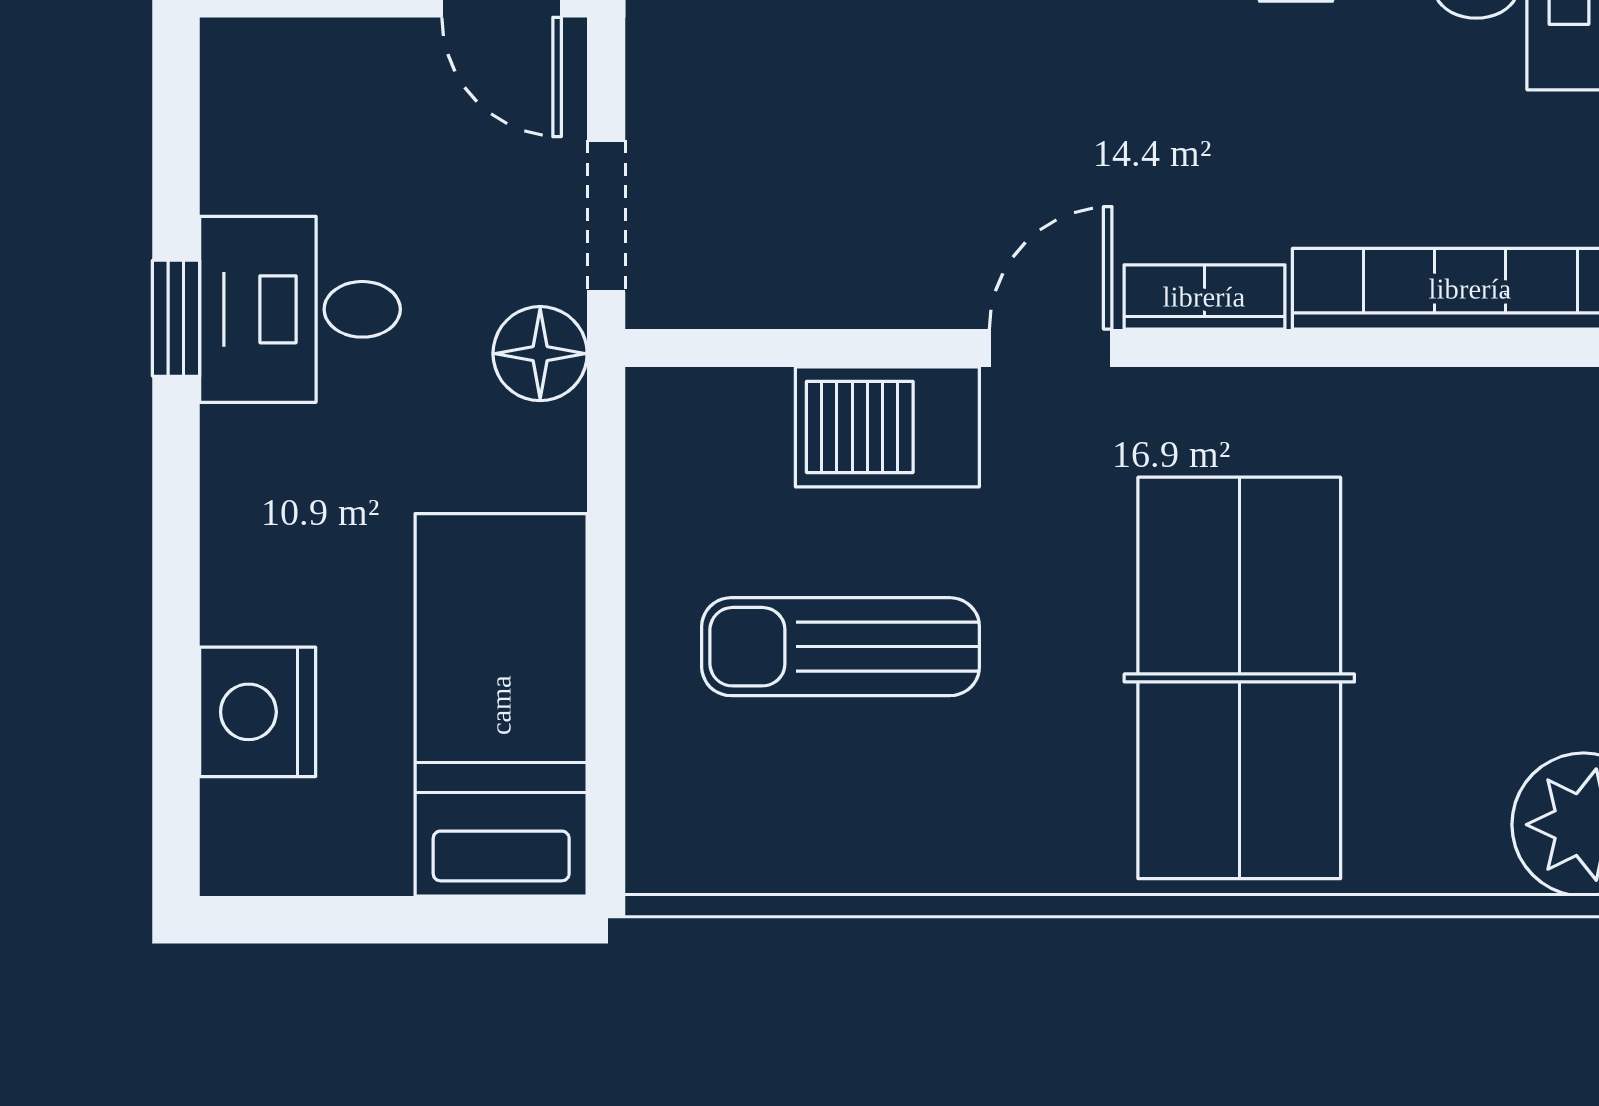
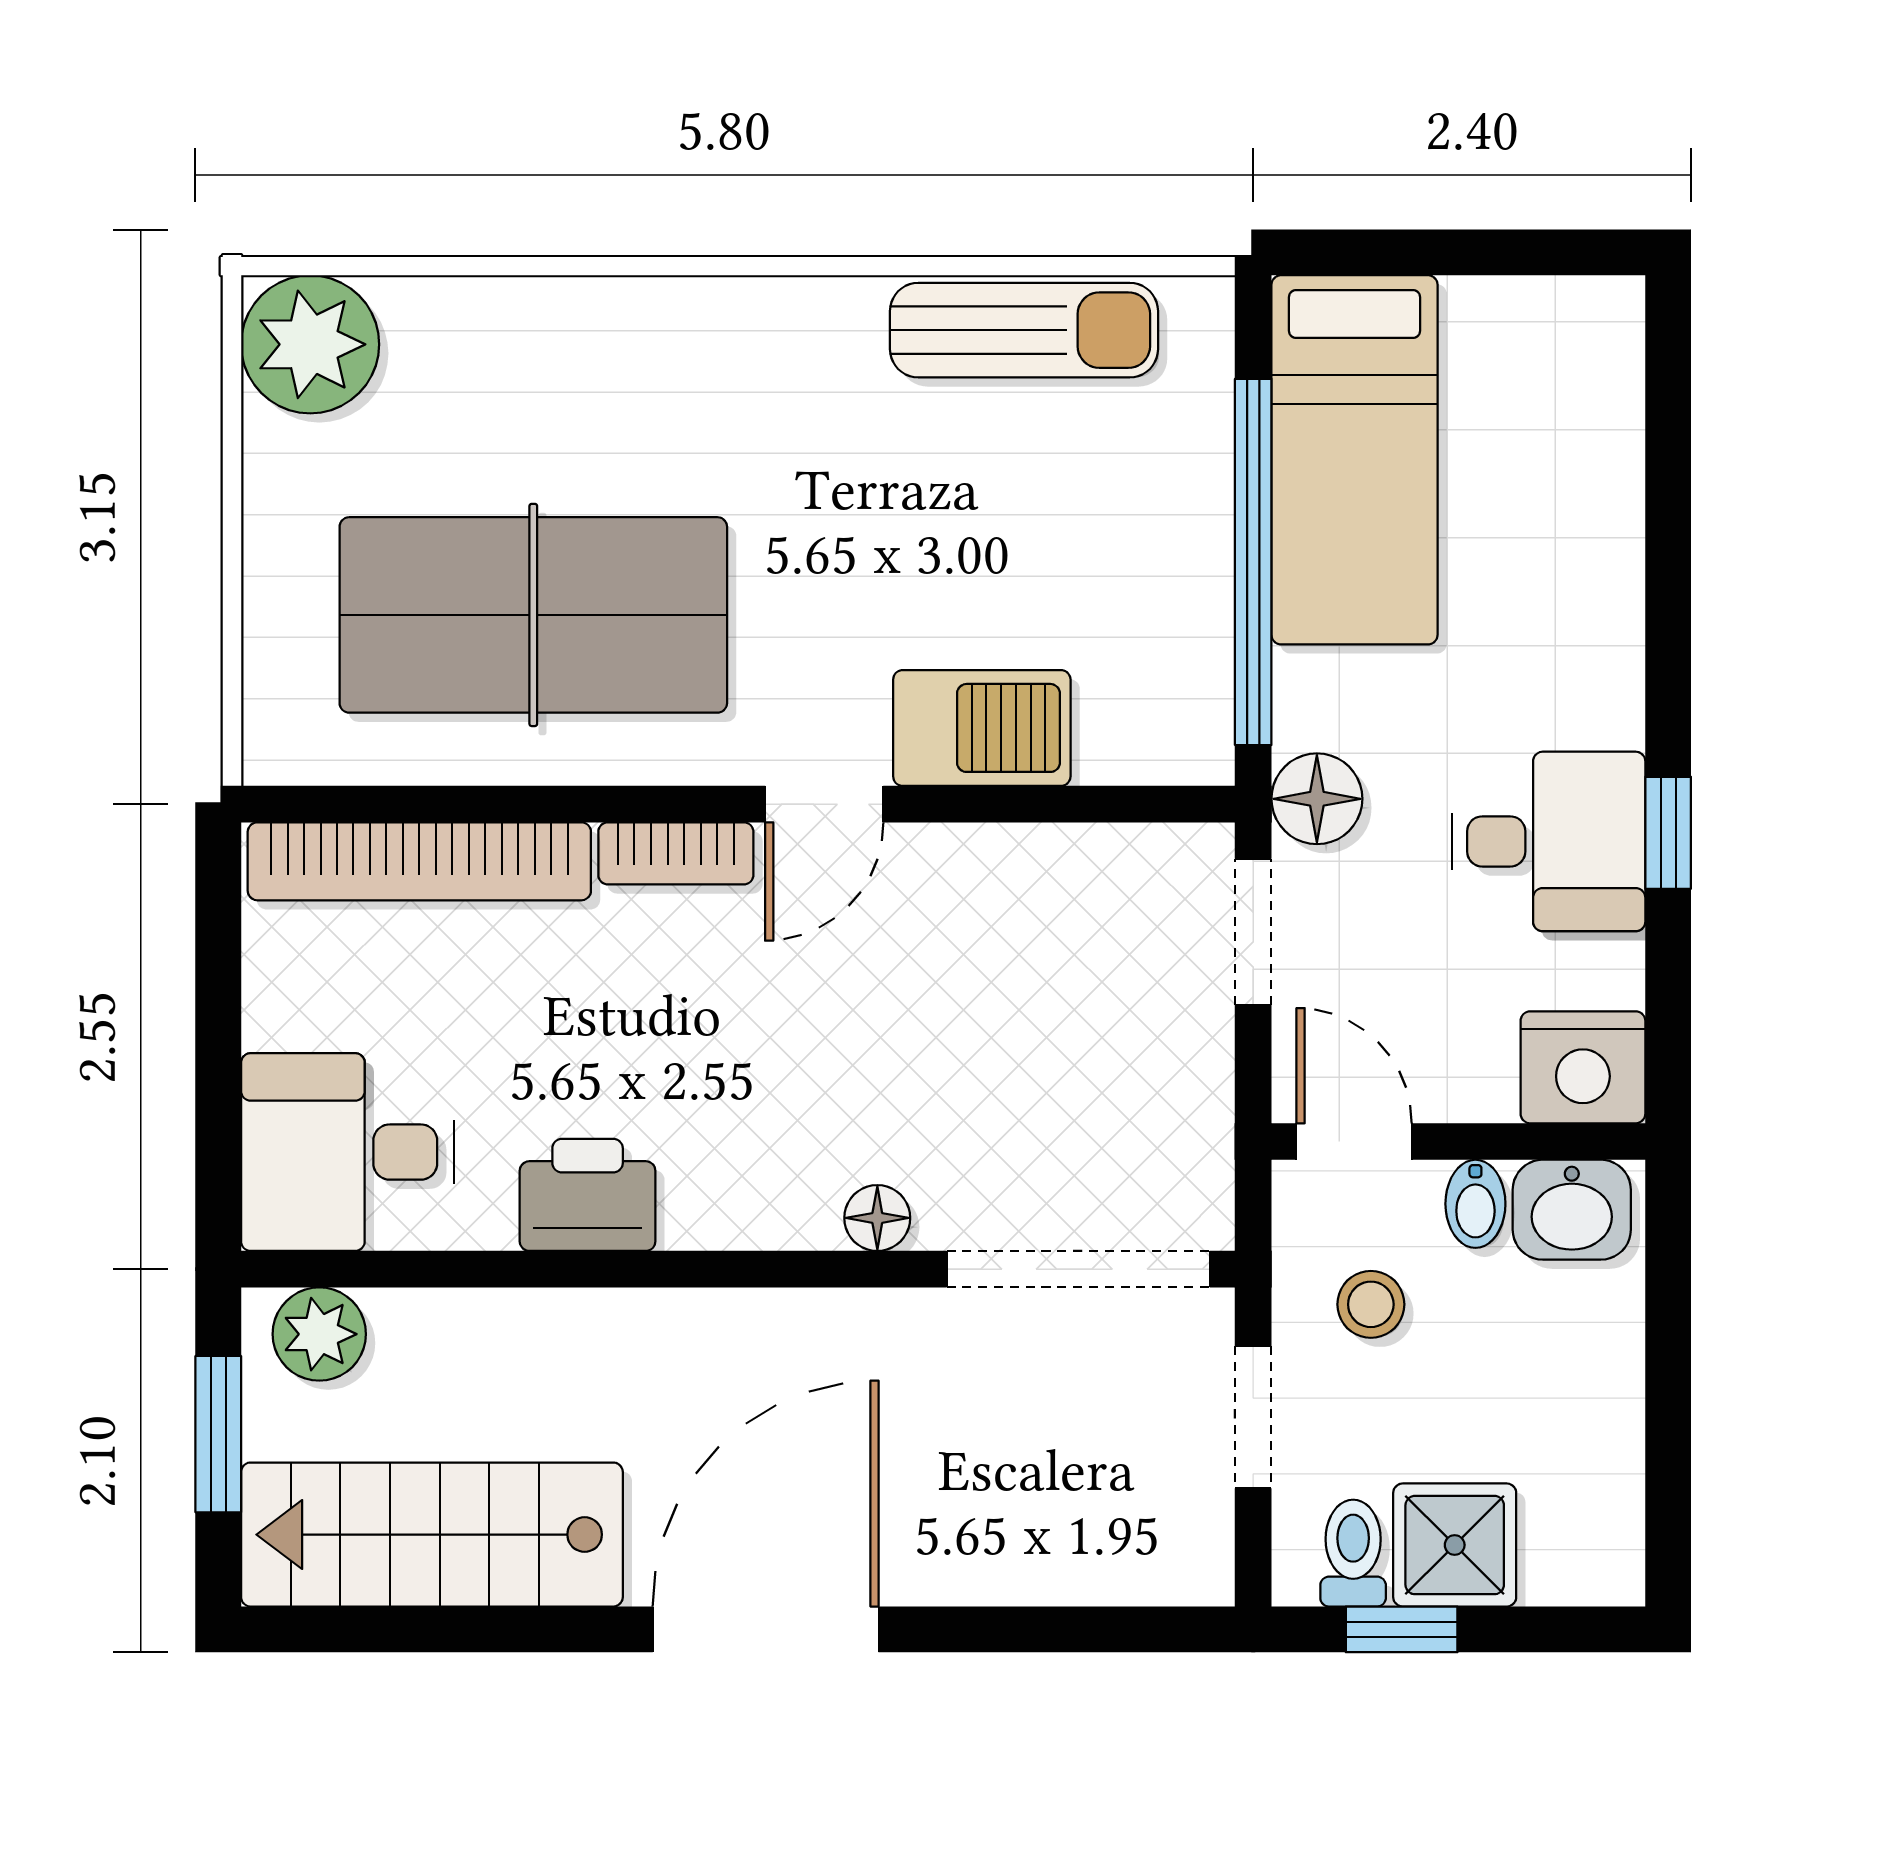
window: (606, 599) -> (1253, 562), added
sun lounger: (841, 647) -> (1024, 330), moved
table tennis table: (1239, 678) -> (533, 615), moved, turned 90
nightstand: (258, 712) -> (1583, 1067), moved, turned 90

